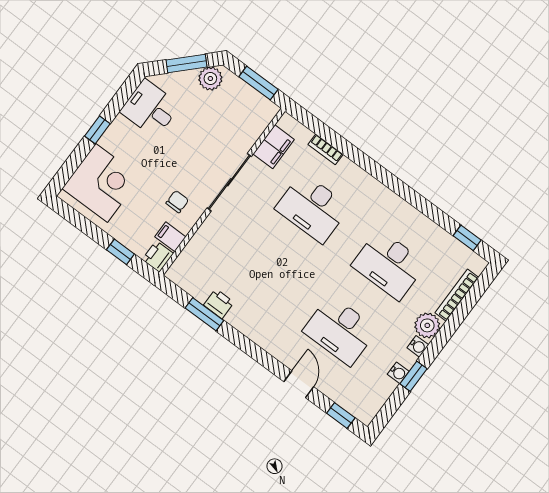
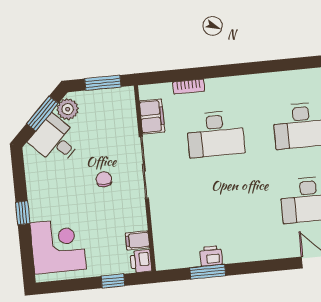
desk: (150, 108) -> (55, 140), moved, turned 45
chair: (177, 202) -> (104, 179), moved

